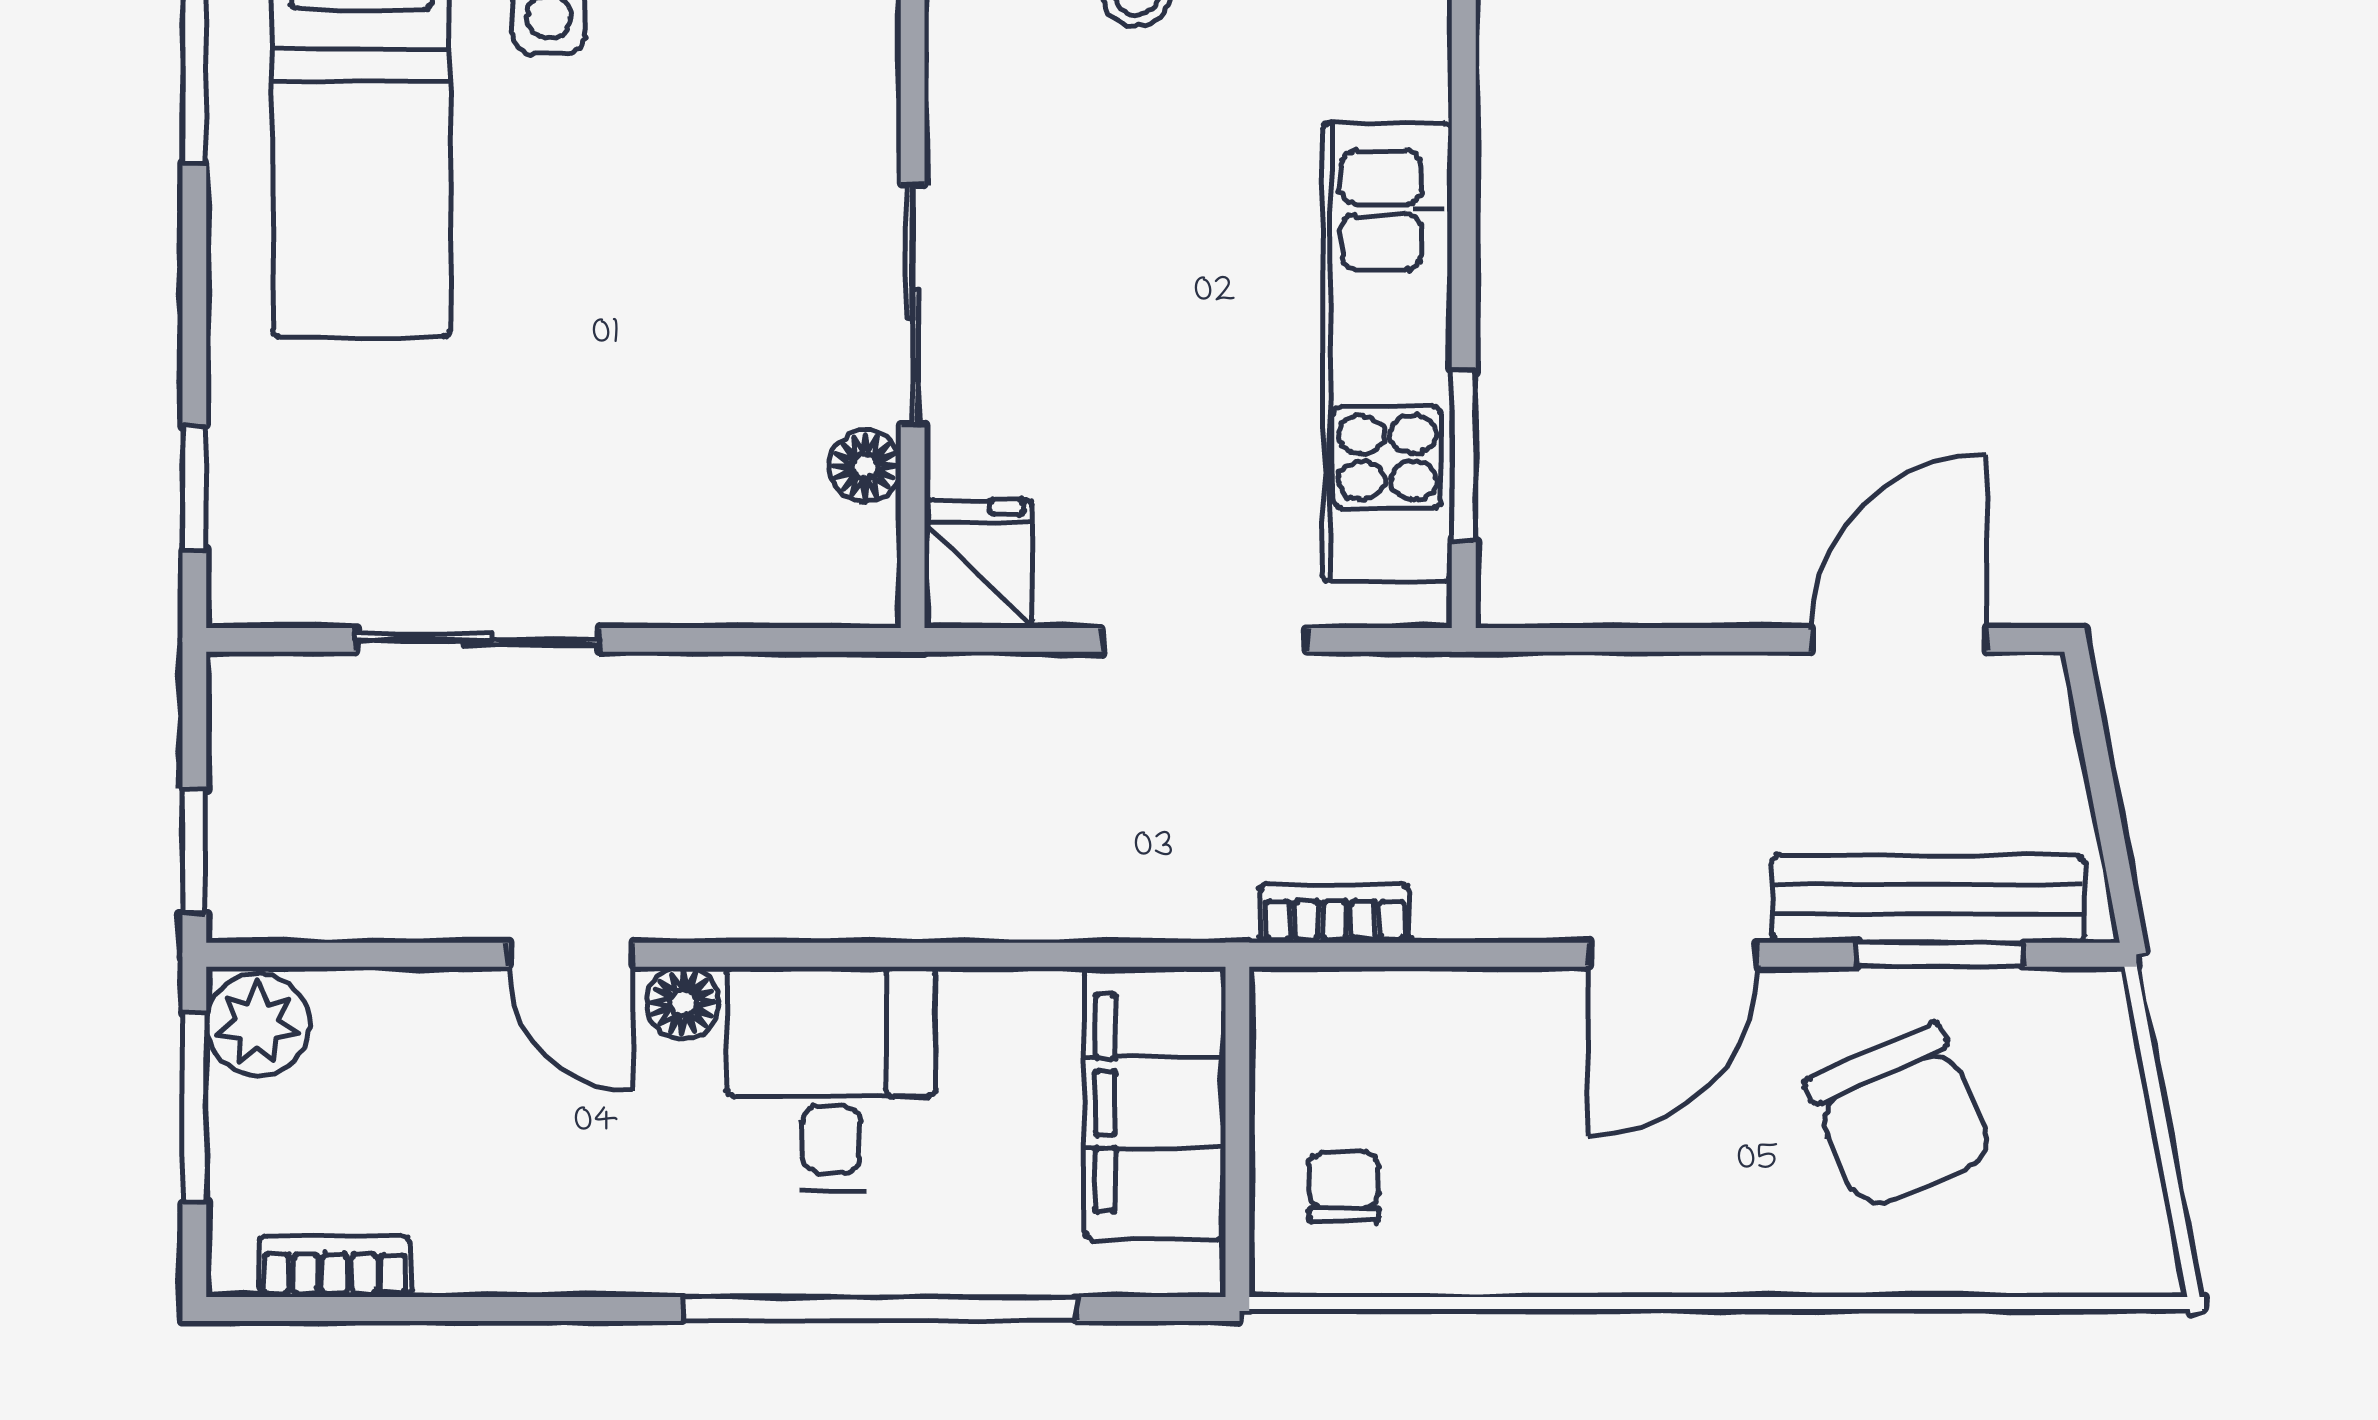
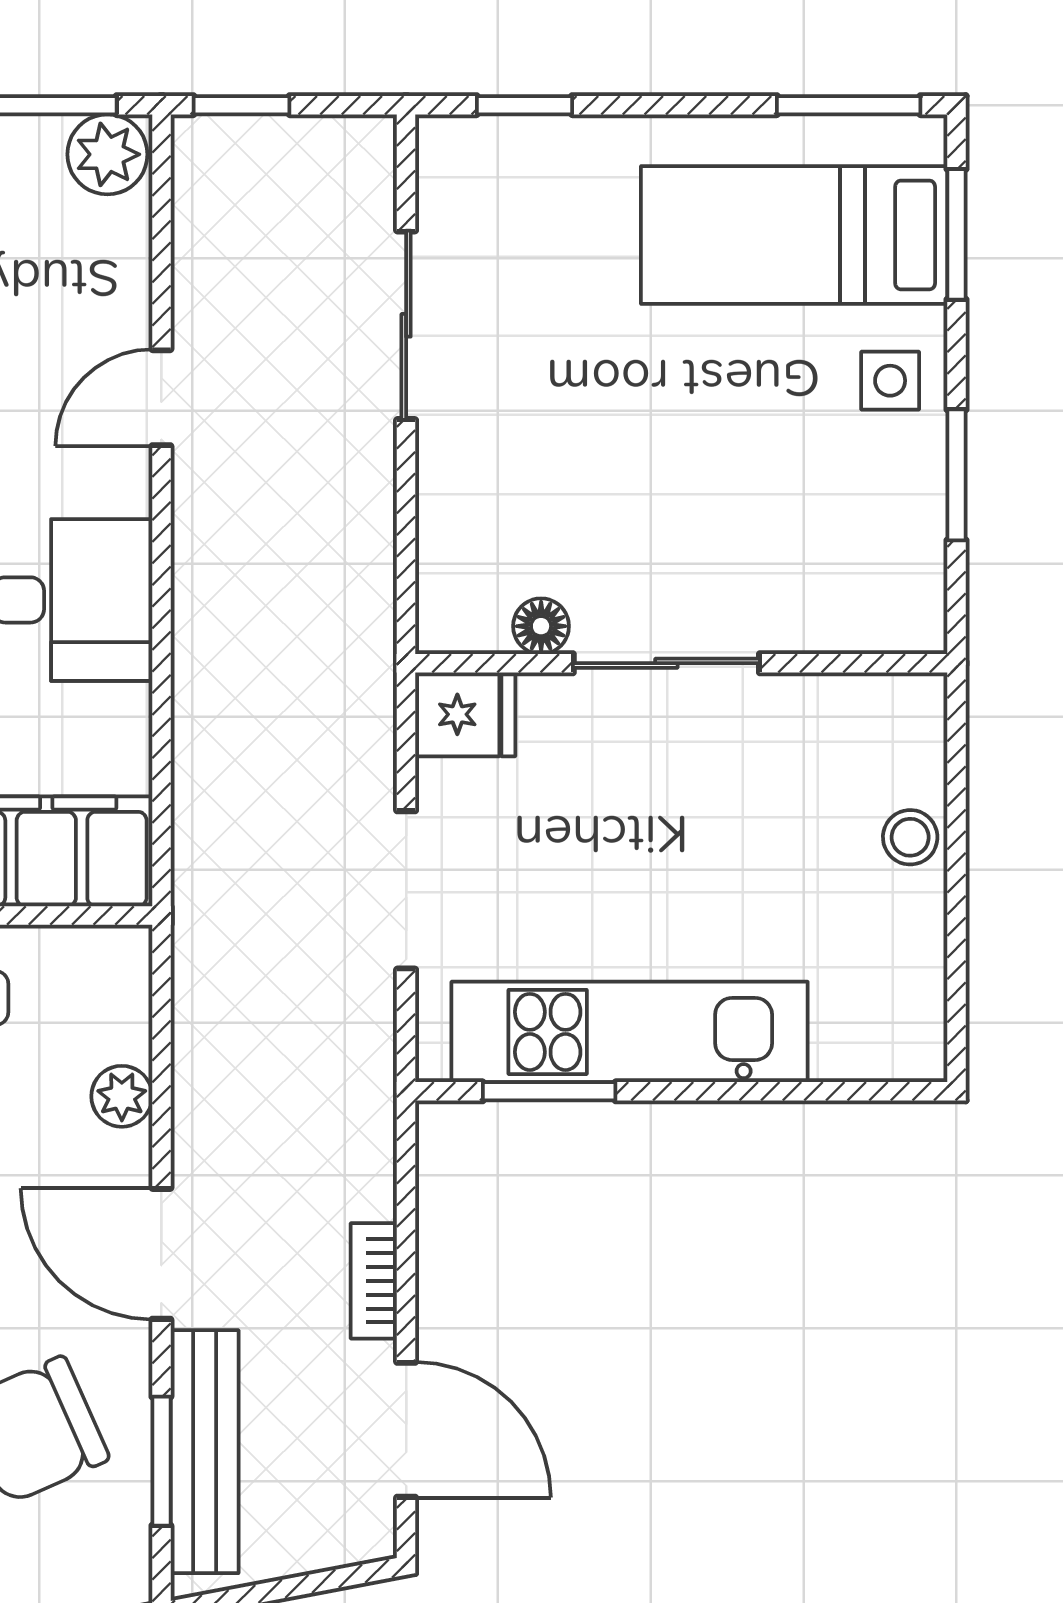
bookcase: (1335, 913) -> (374, 1281), moved, turned 180
floor lamp: (683, 1003) -> (124, 485), removed
plant: (1470, 1006) -> (122, 1096), added

